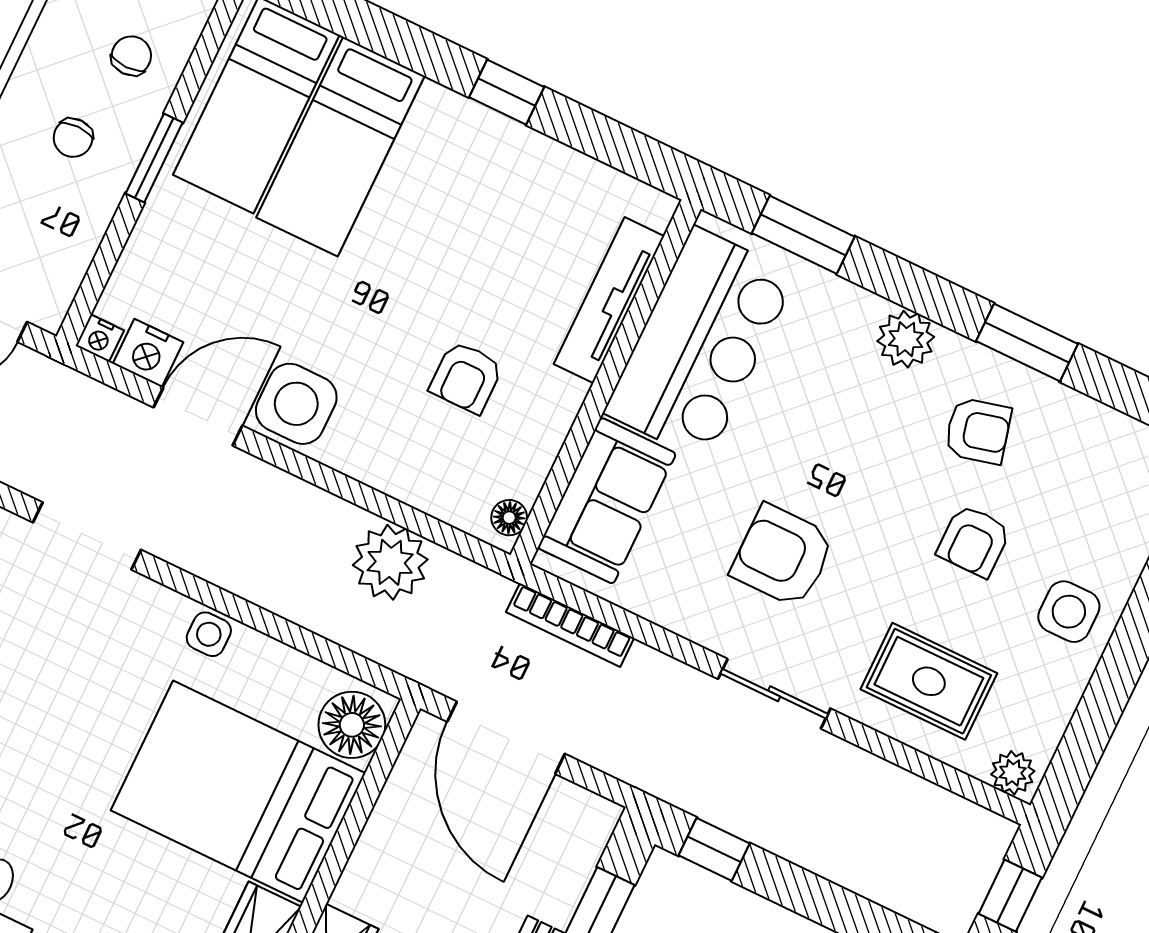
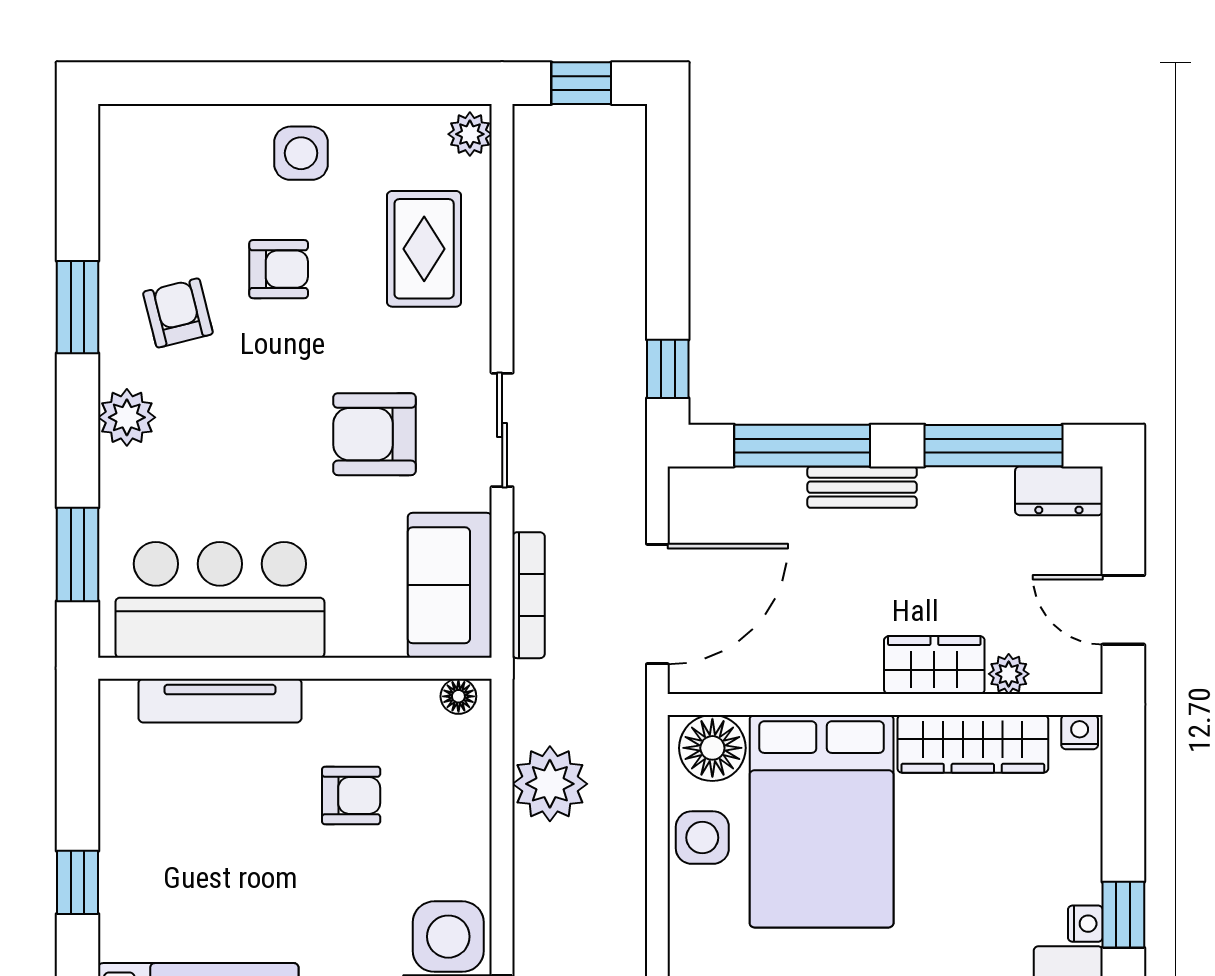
sofa: (607, 501) -> (450, 585), moved, turned -90
armchair: (783, 556) -> (374, 434), turned 90
side table: (209, 634) -> (702, 838), moved, width x1.37, depth x1.37
sliding door: (774, 694) -> (502, 430), moved

